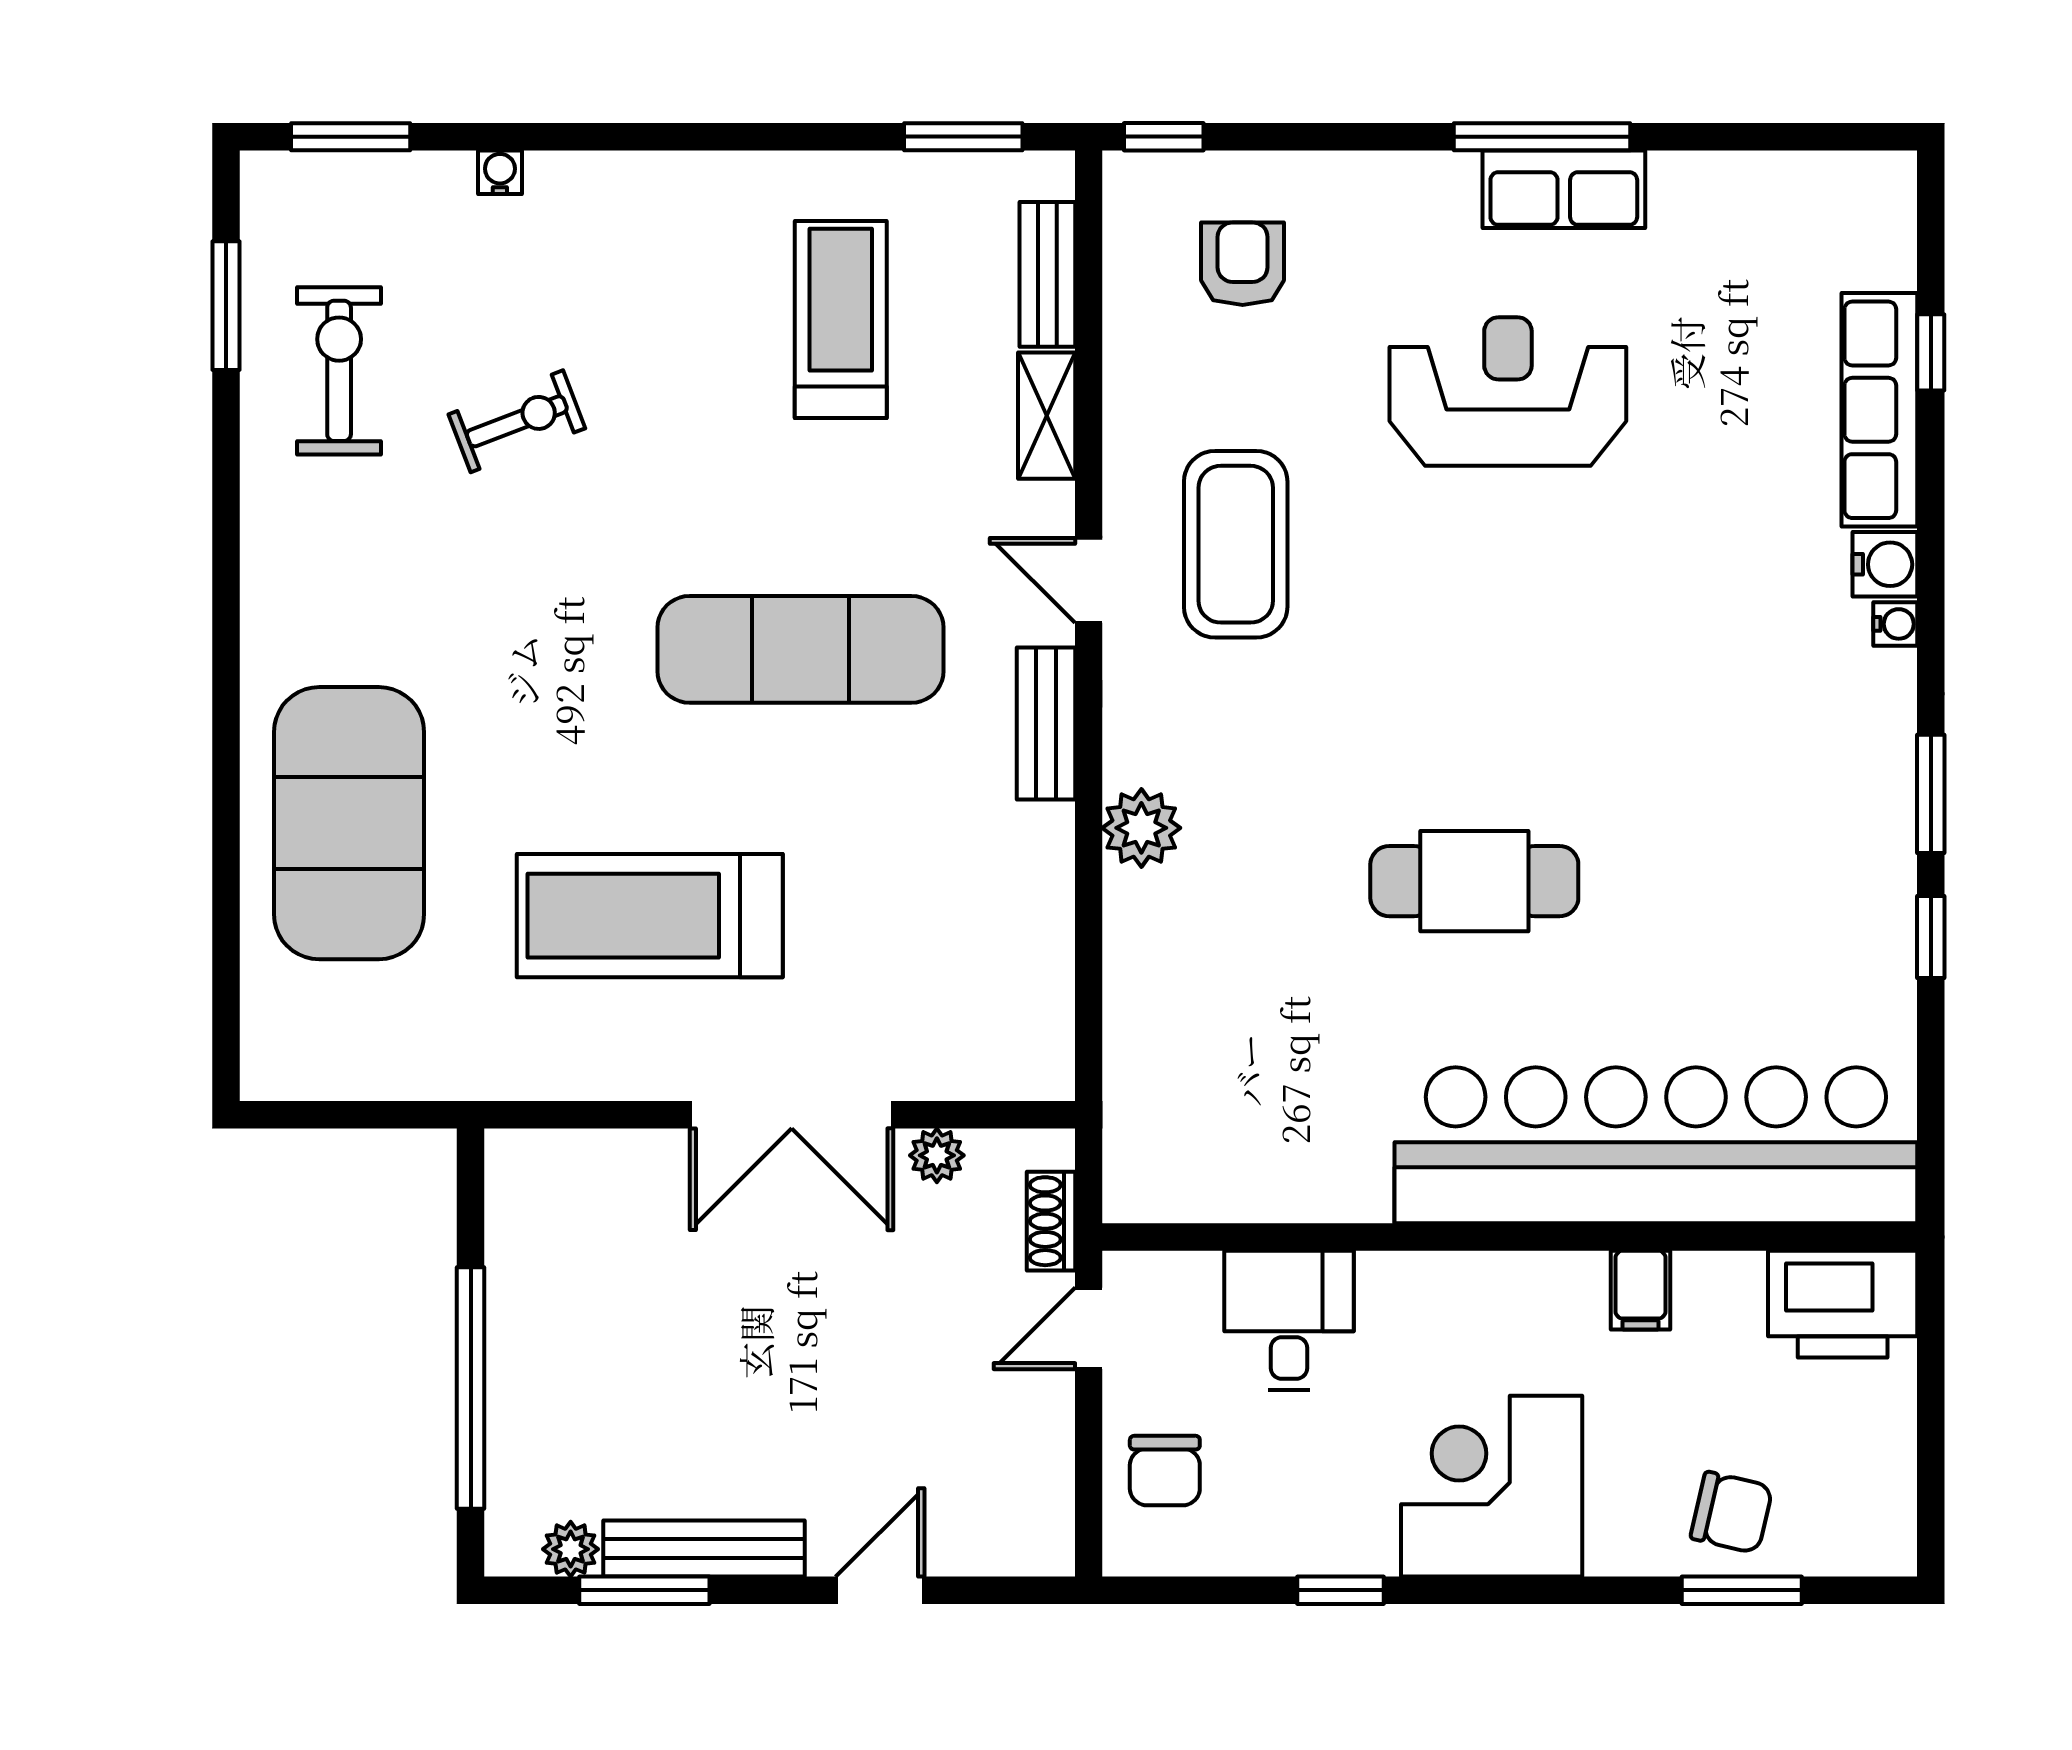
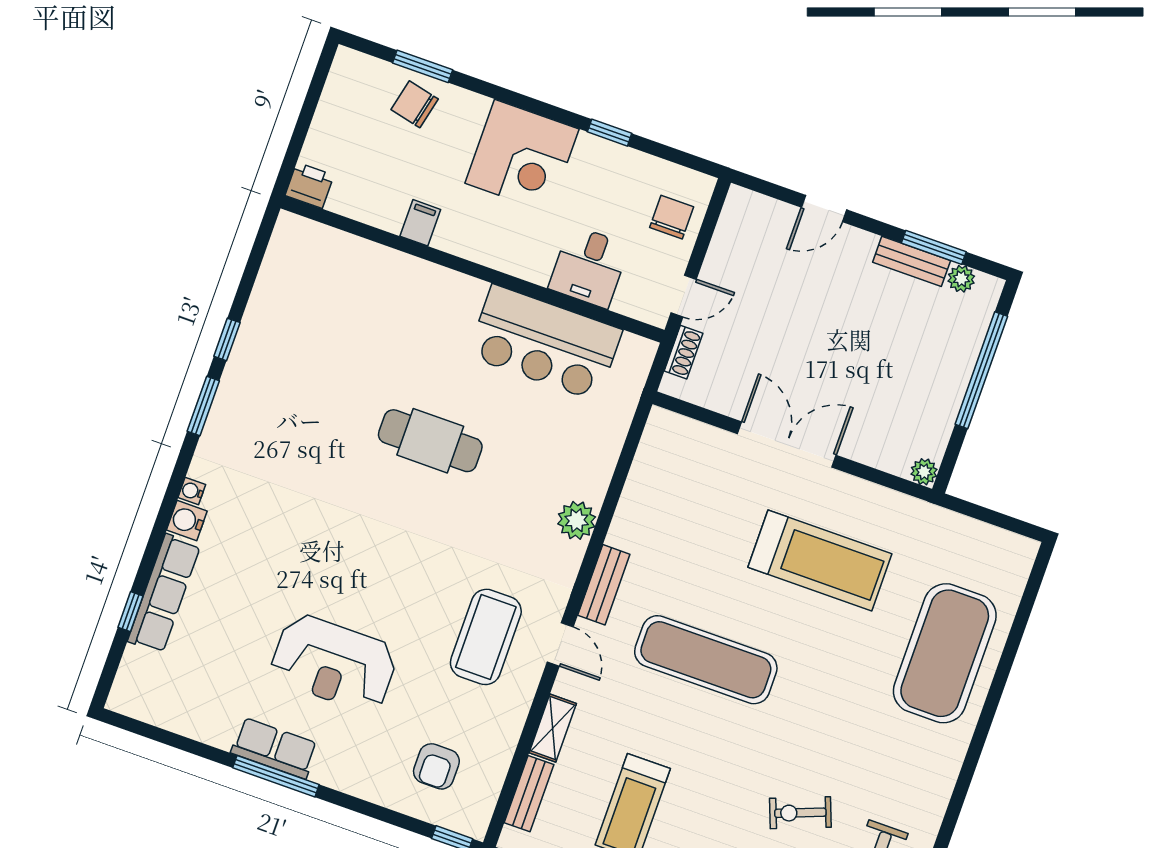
bar counter: (1656, 1145) -> (545, 343), moved, width x0.54
plant: (937, 1155) -> (924, 472), moved
printer: (1843, 1304) -> (309, 185), width x0.53, depth x0.68
bench: (704, 1548) -> (912, 261), width x0.73

